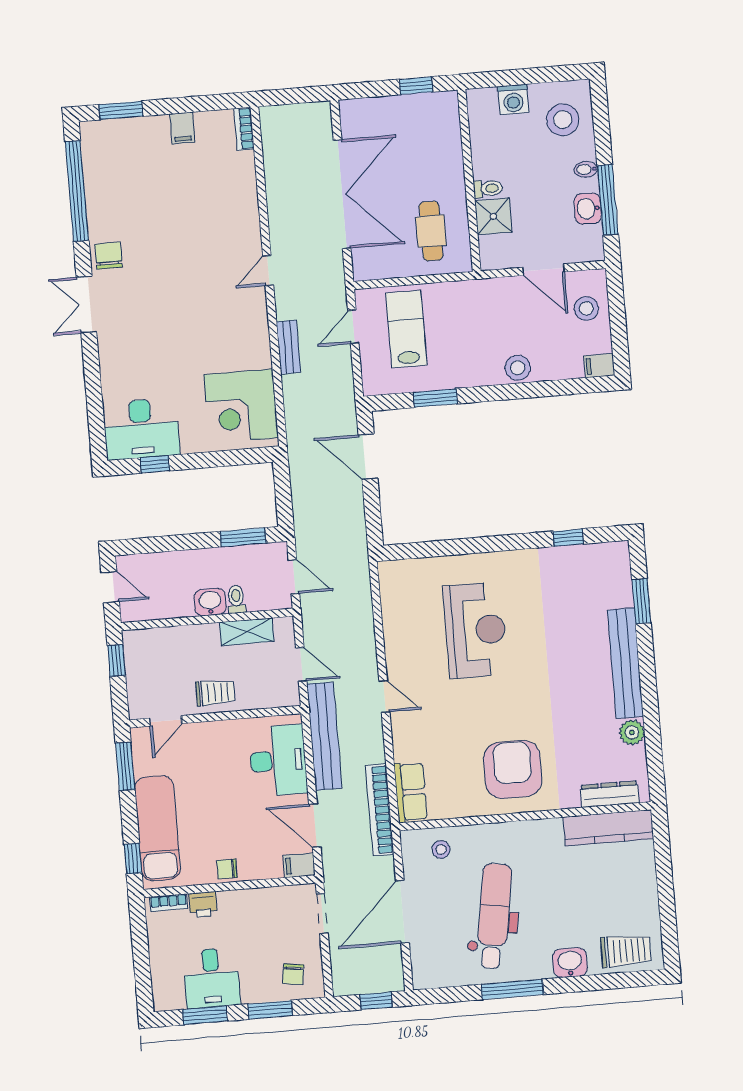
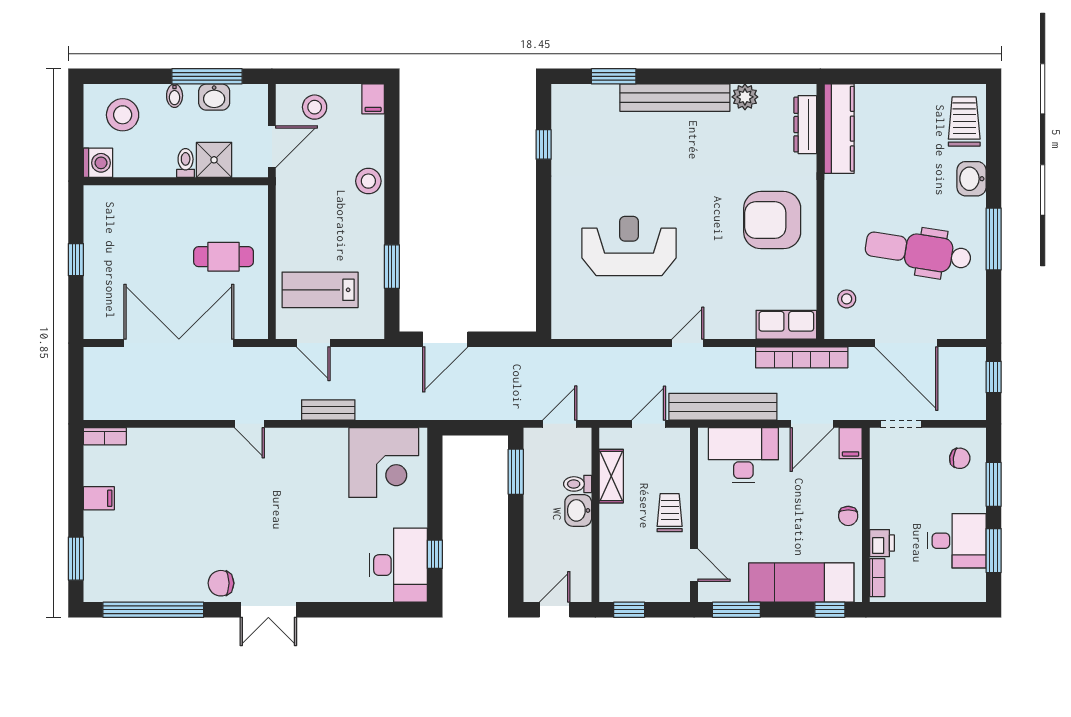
wall: (469, 180) -> (176, 181), moved
toilet: (488, 189) -> (186, 163), moved
shower: (493, 216) -> (214, 160), moved

